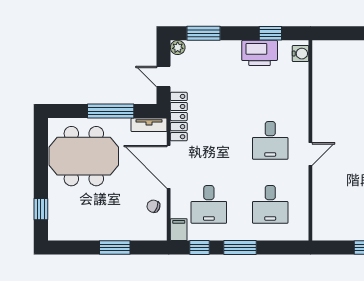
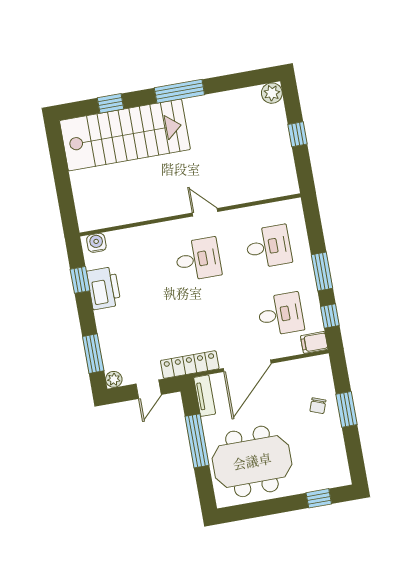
meeting table: (84, 156) -> (252, 461), turned 90
chair: (153, 206) -> (318, 406), moved

